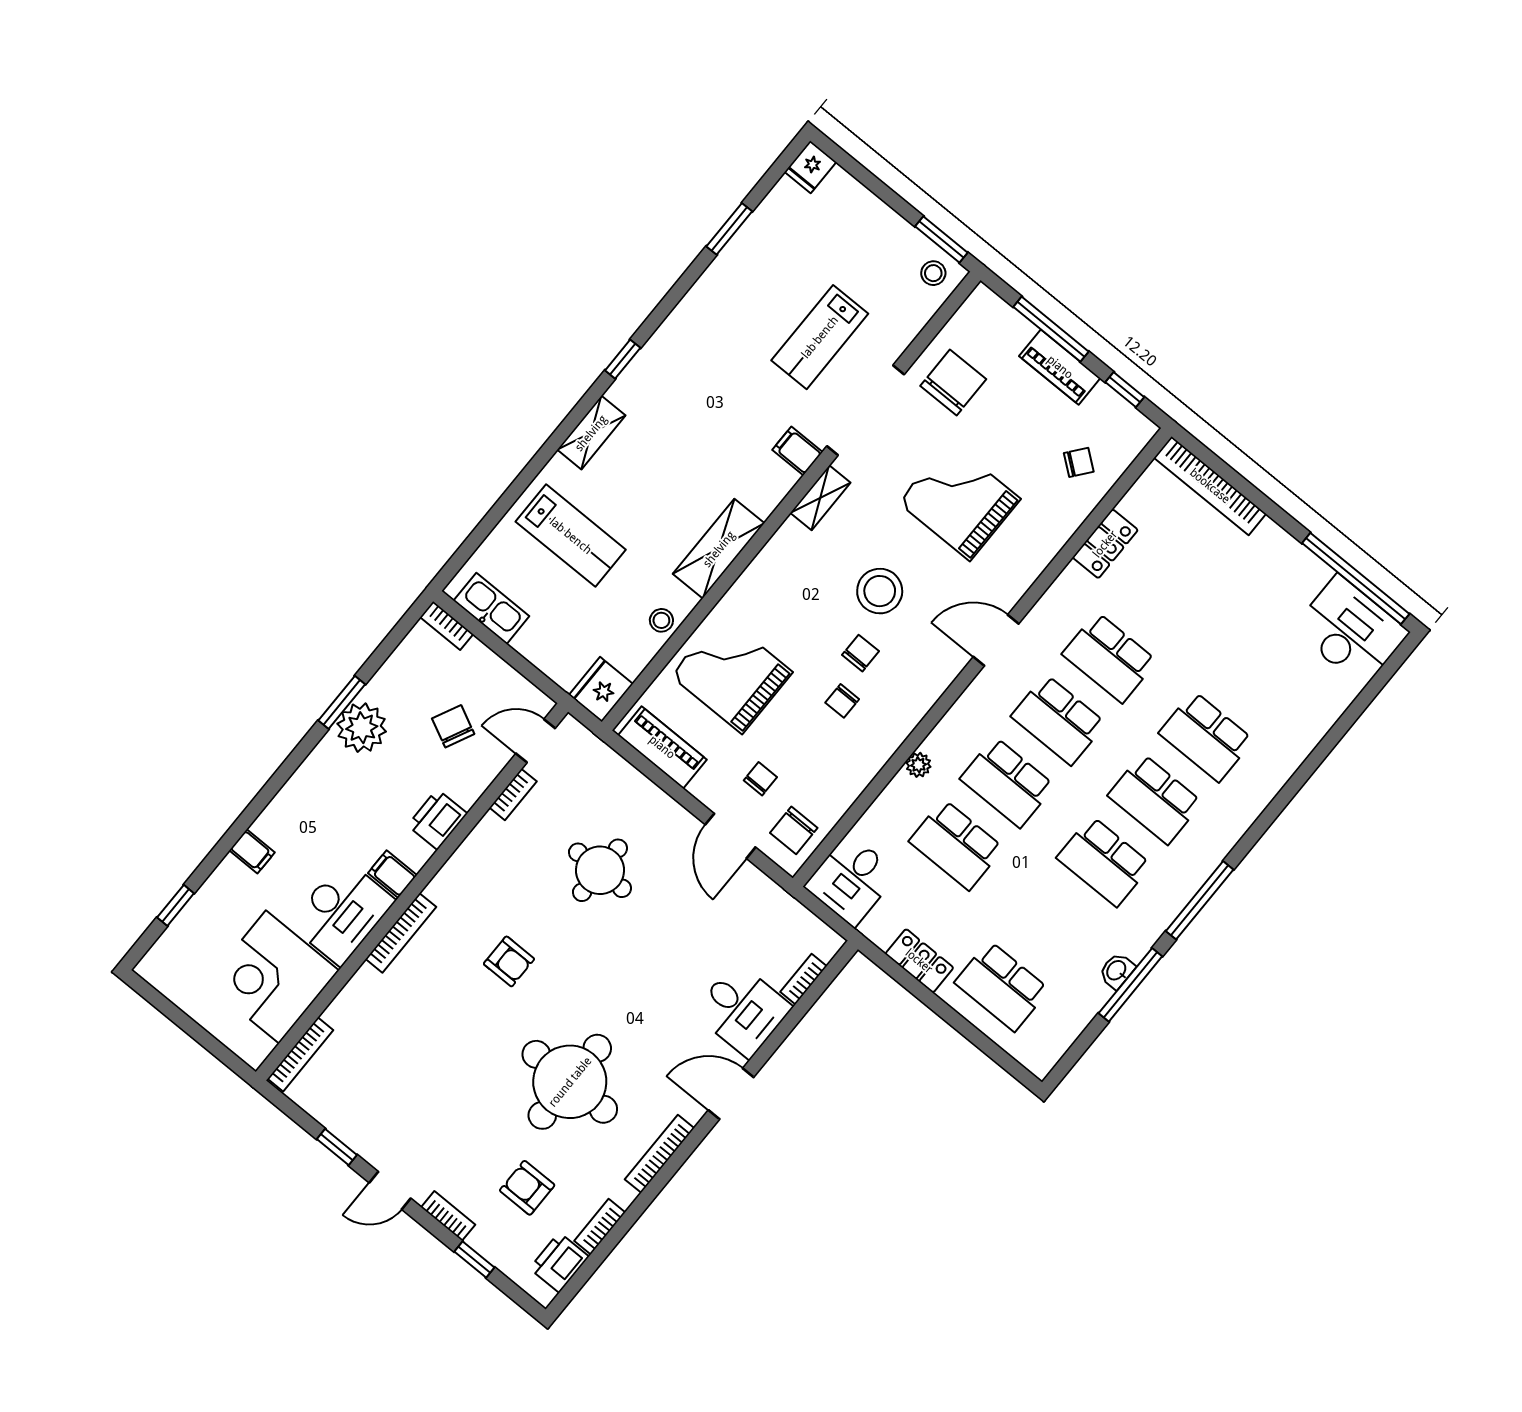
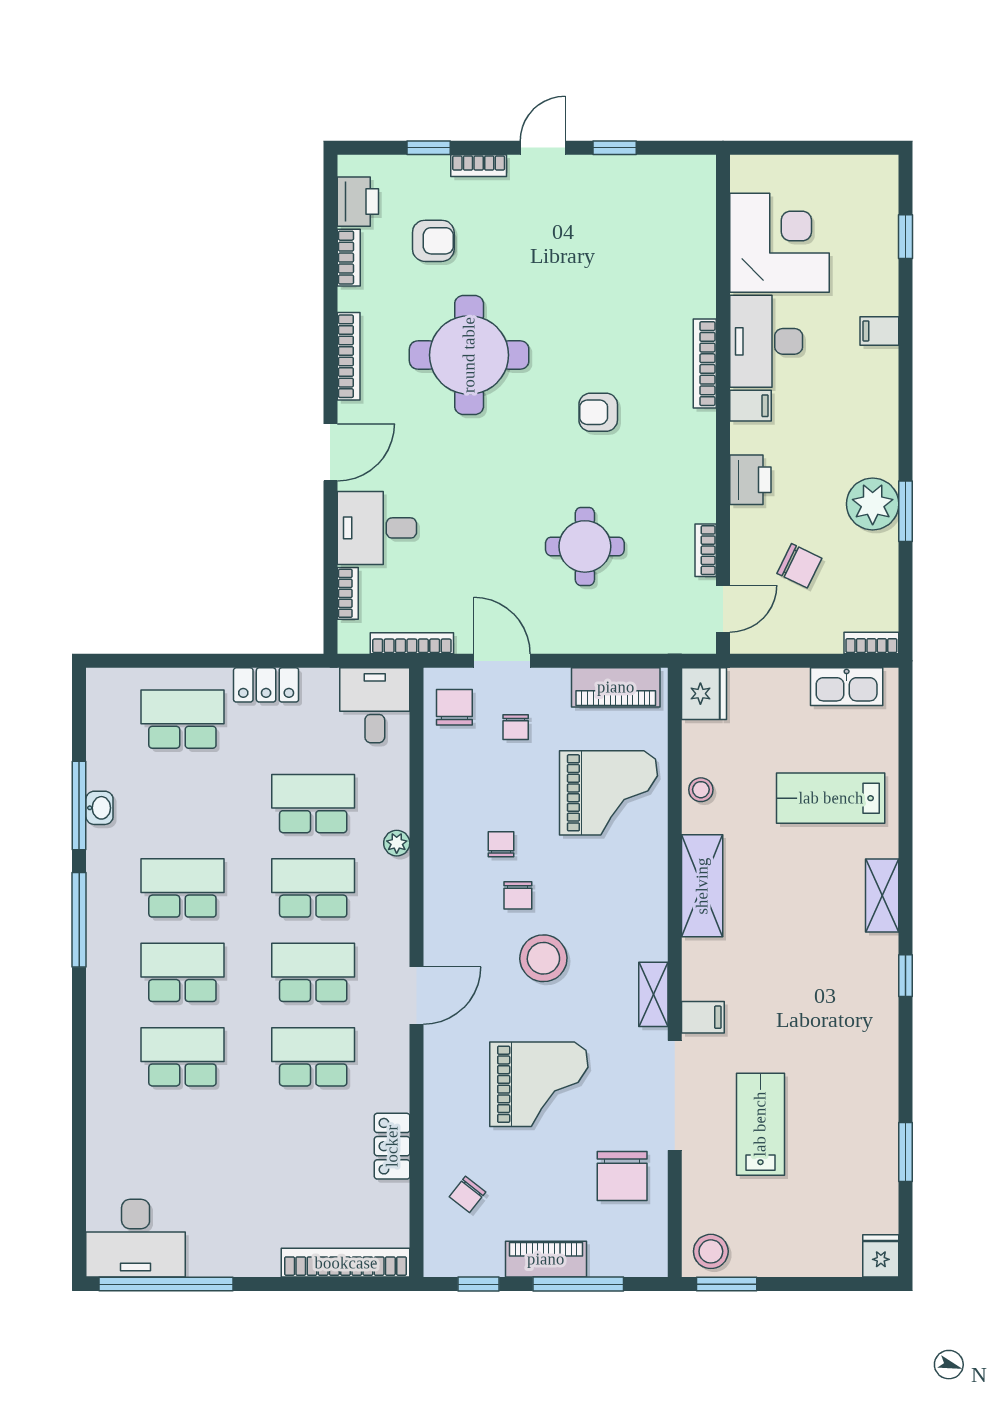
stool: (933, 273) -> (711, 1251), width x1.37, depth x1.37
bookcase: (300, 1054) -> (412, 643), moved, turned 90

